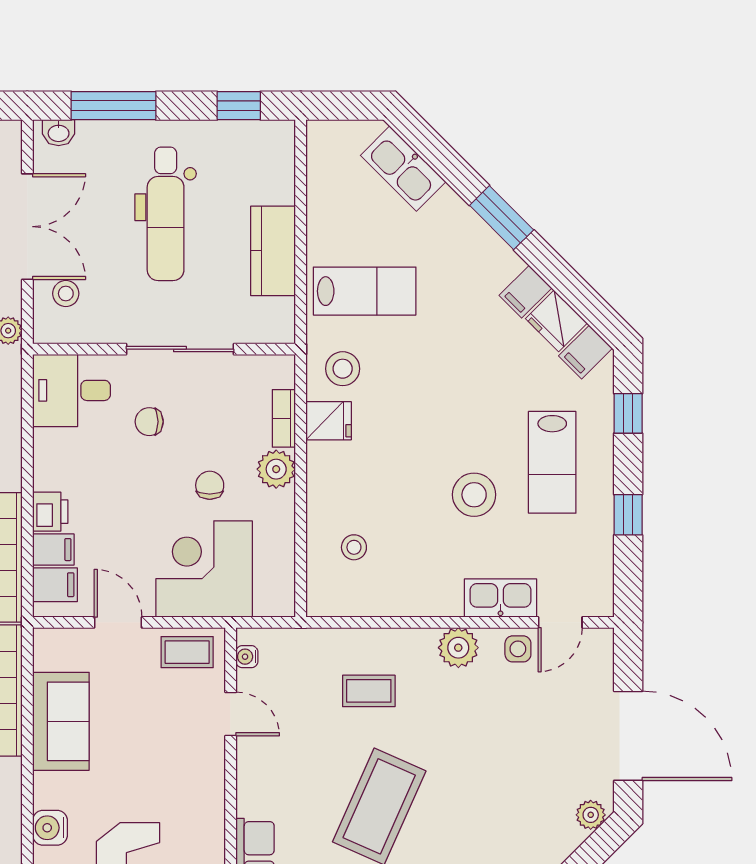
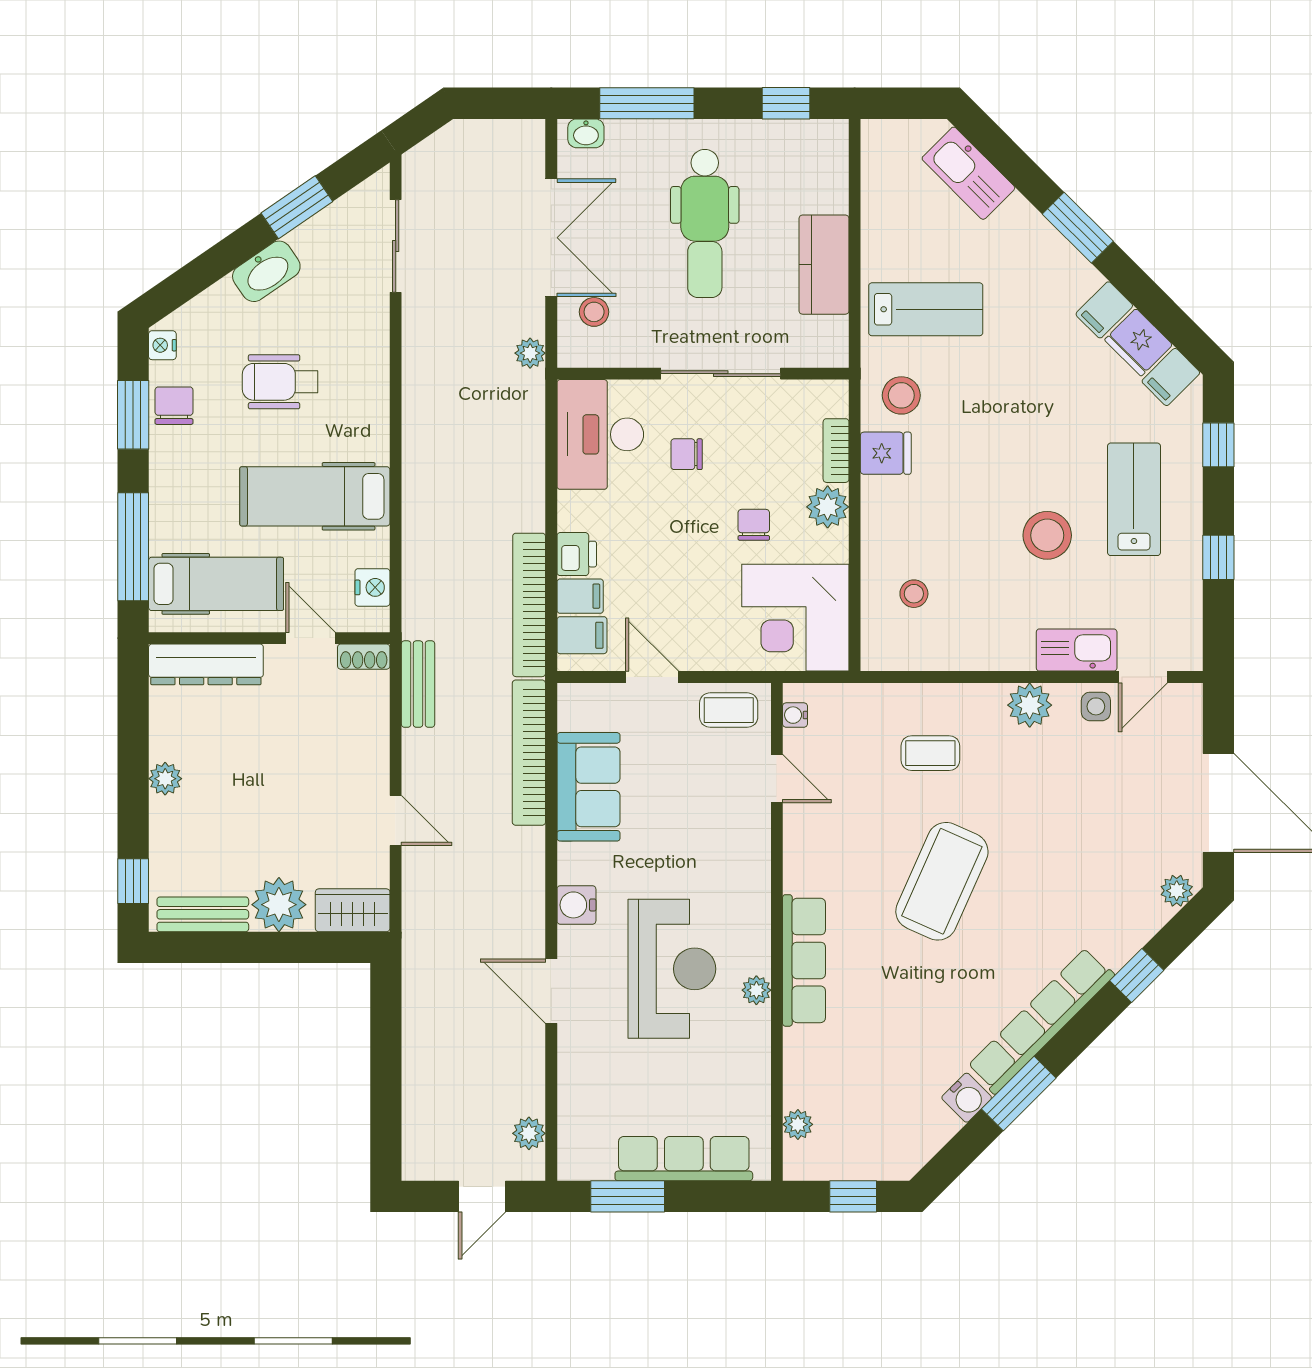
desk: (71, 390) -> (600, 434), width x1.37
lab bench: (552, 462) -> (1134, 499), turned 180
corner desk: (204, 569) -> (795, 618), moved, turned -90

